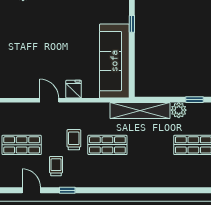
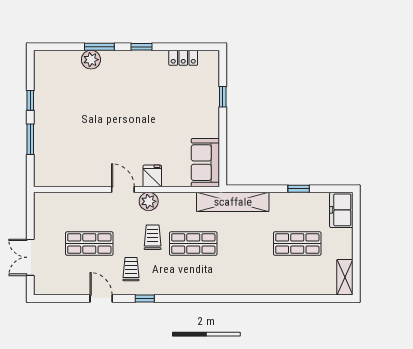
sofa: (114, 61) -> (205, 163), width x0.54, depth x0.79
plant: (179, 110) -> (149, 201), moved

